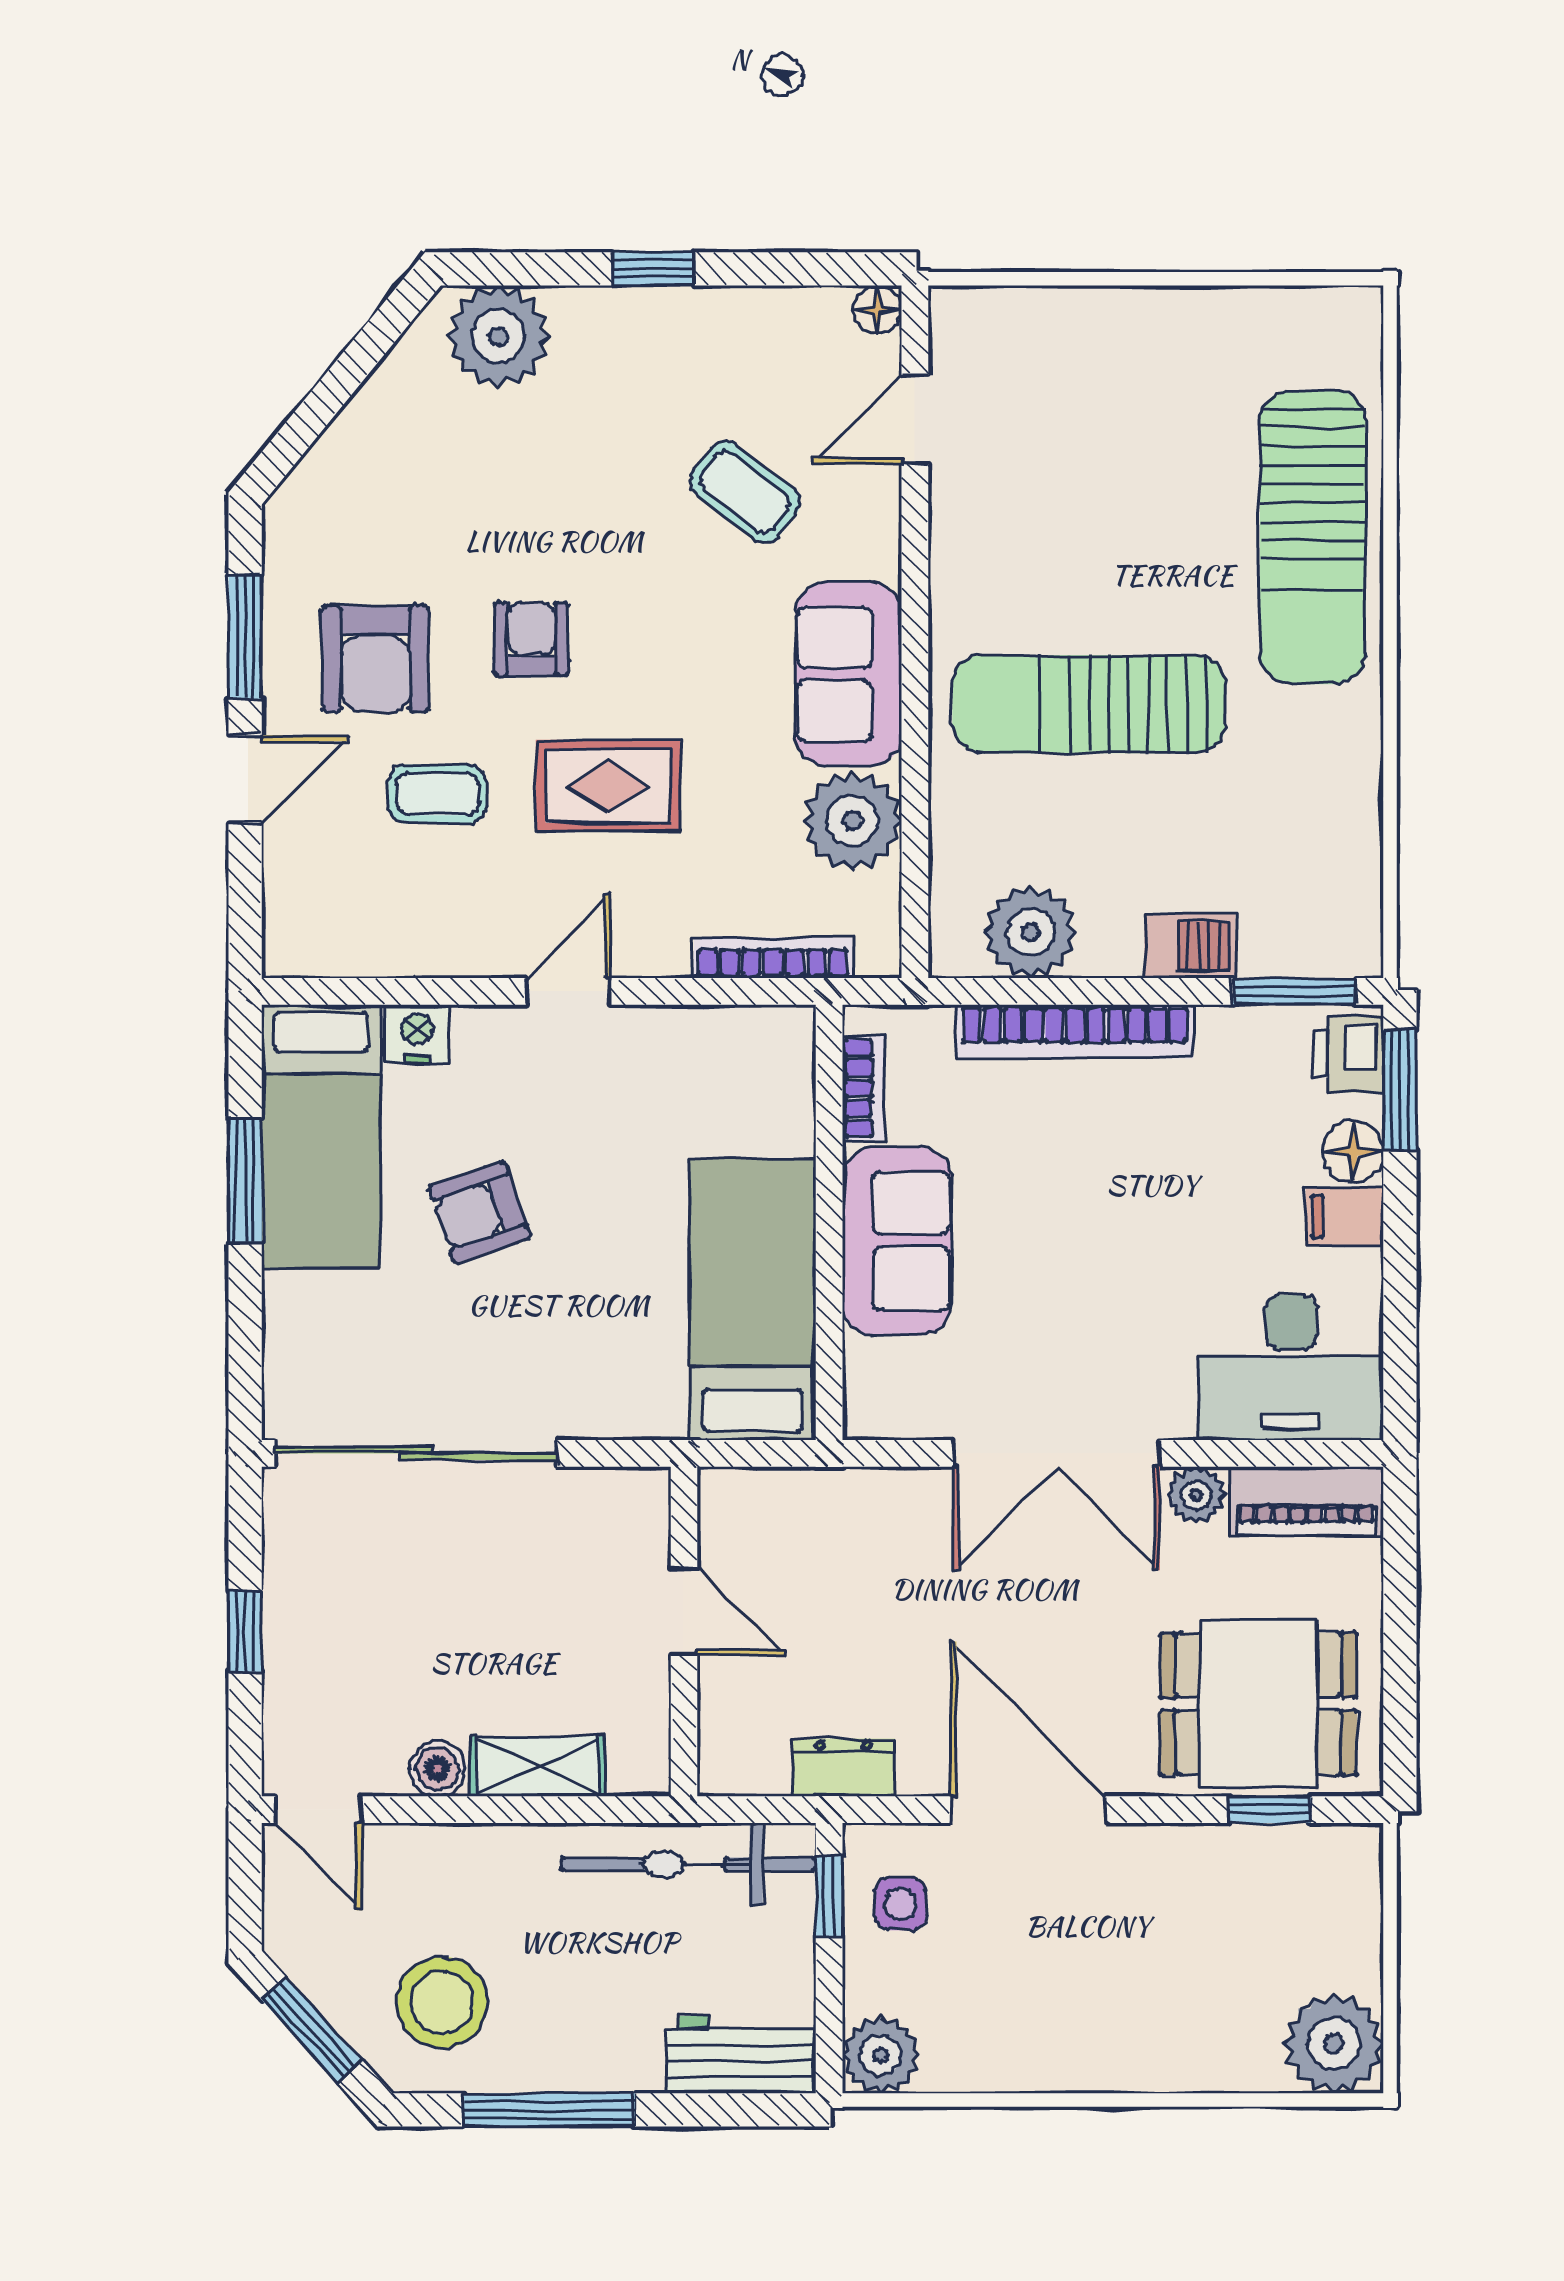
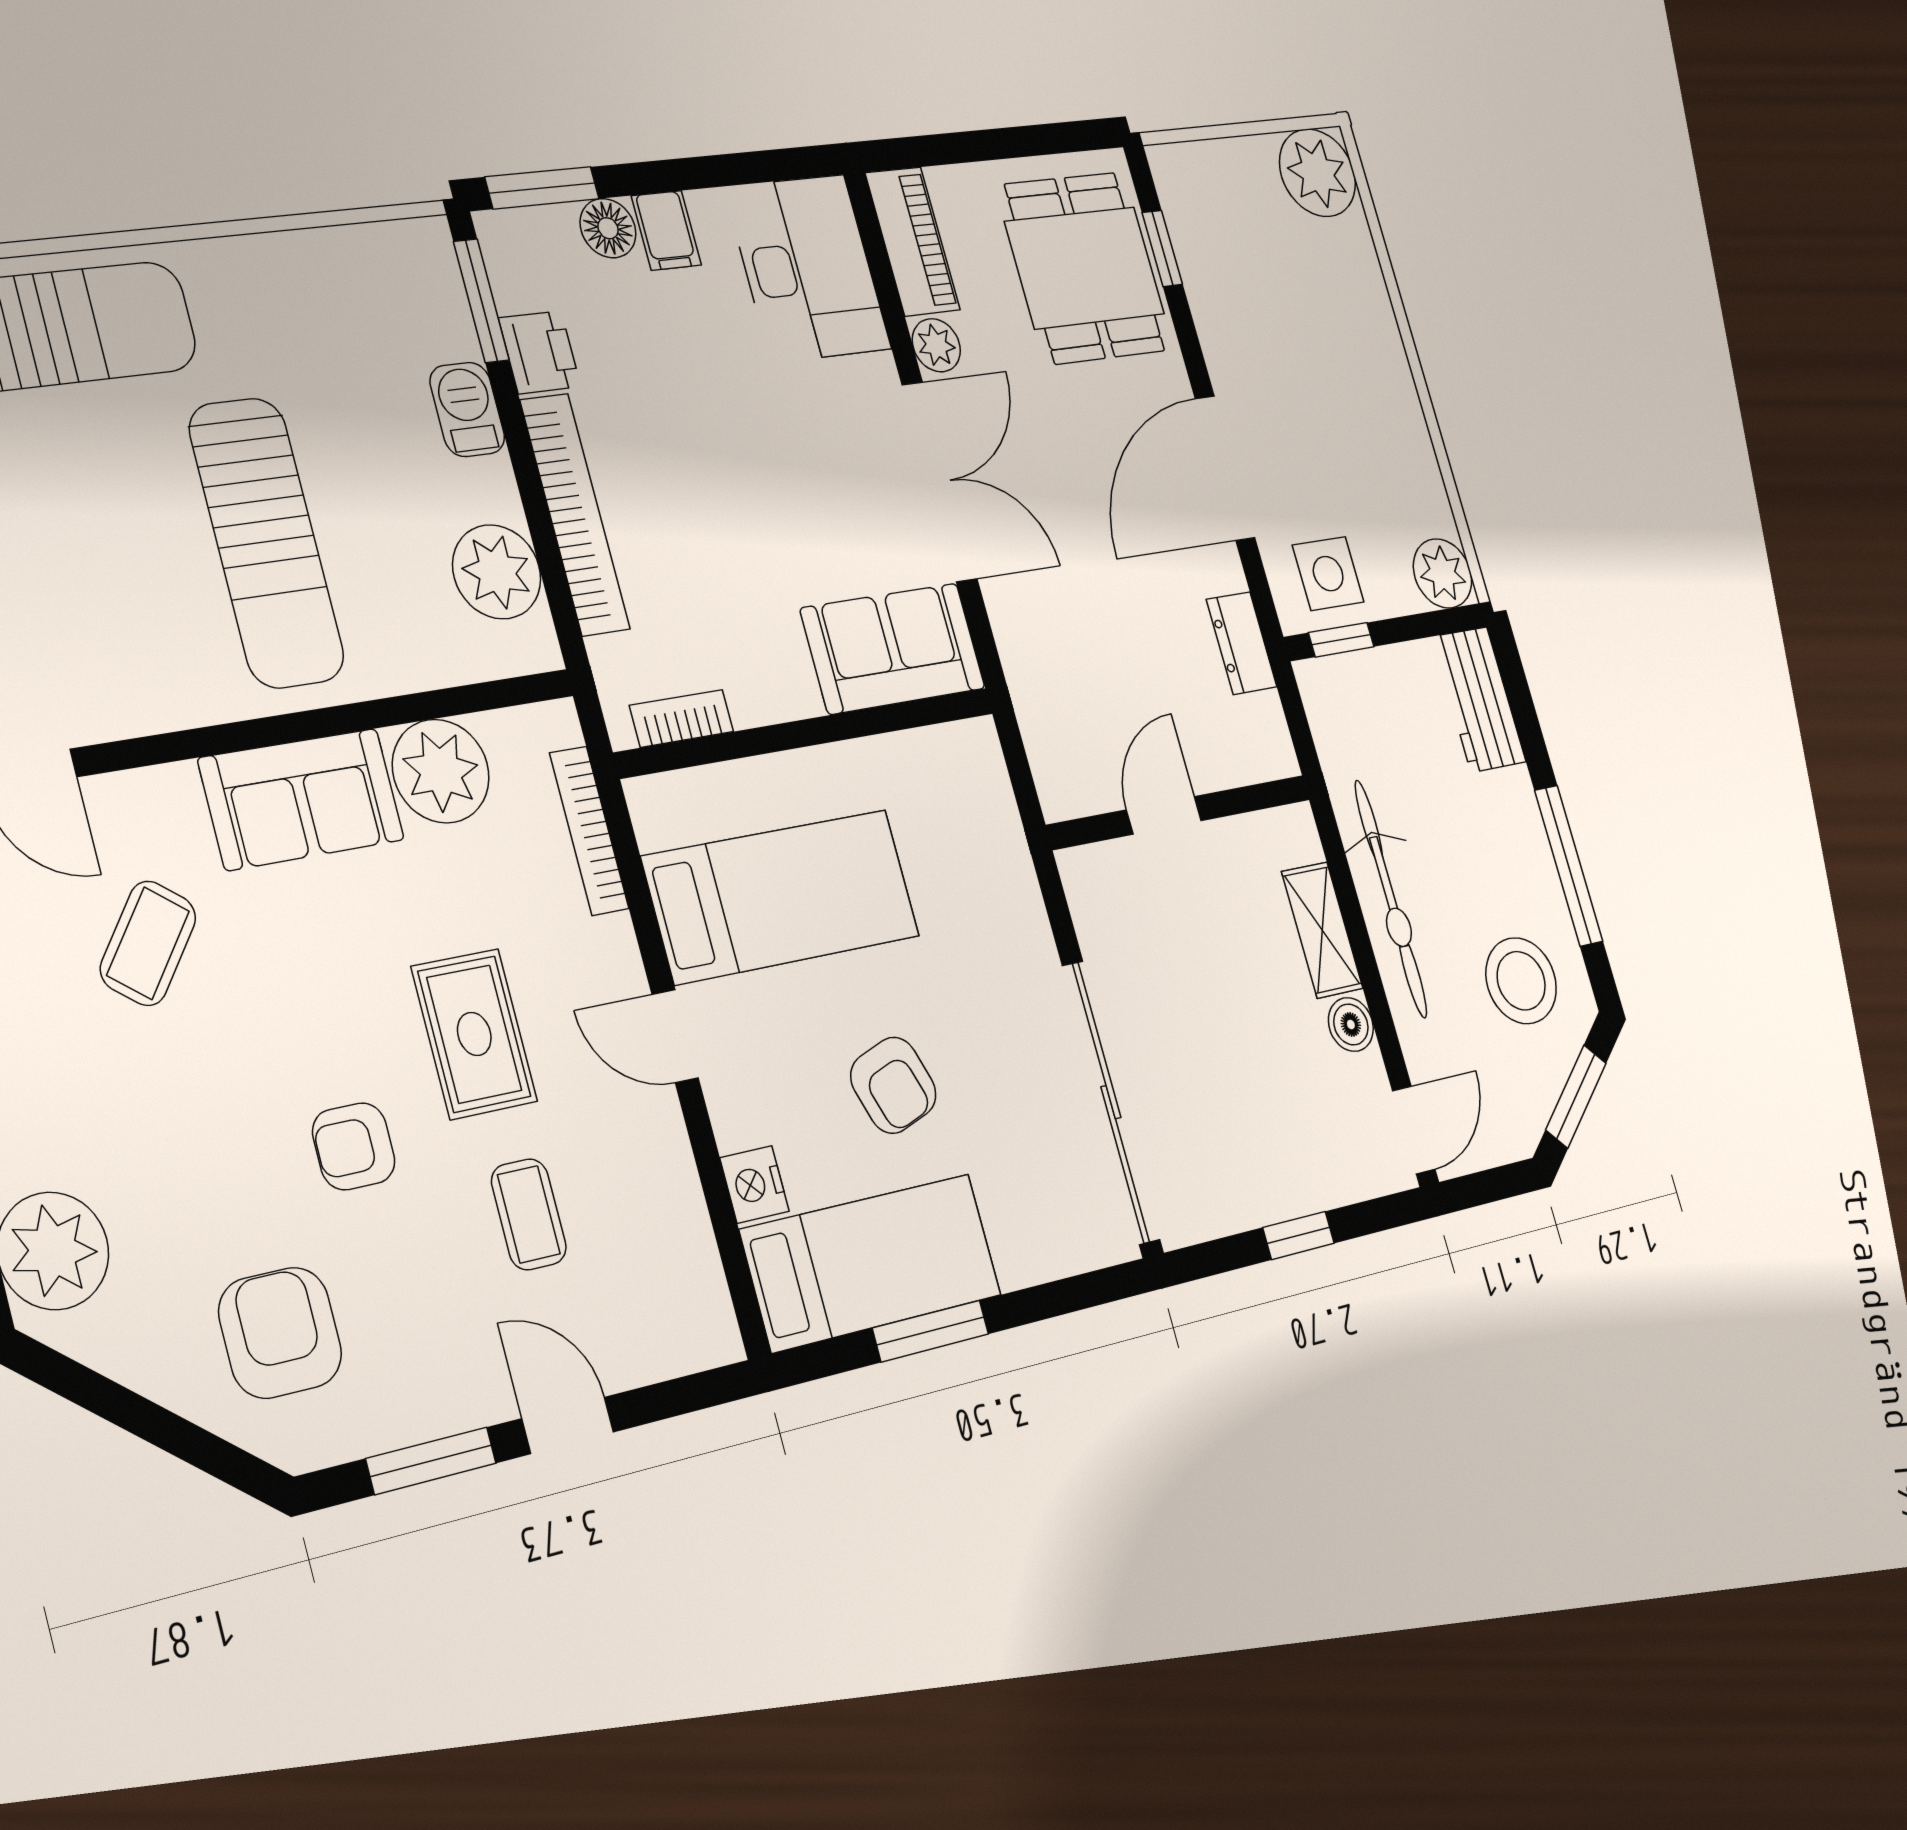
armchair: (375, 659) -> (280, 1333), moved, turned -90
printer: (1348, 1054) -> (540, 352), moved, turned -90
sofa: (897, 1241) -> (893, 648), moved
bed: (753, 1300) -> (782, 896), moved, turned 180
bicycle: (689, 1864) -> (1391, 899), moved
side table: (900, 1904) -> (1328, 574), width x1.37, depth x1.37

